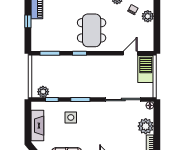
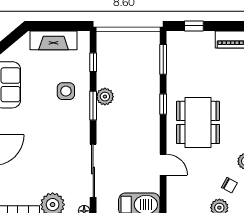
window: (28, 21) -> (194, 26), moved
dining table: (92, 30) -> (198, 122), turned 90
door: (130, 53) -> (163, 165), moved
plant: (43, 92) -> (105, 97), moved

